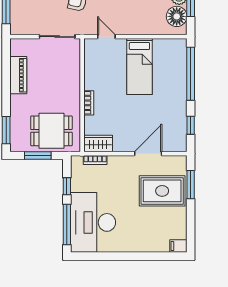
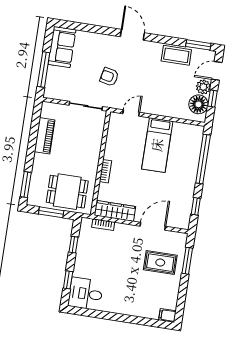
door: (106, 37) -> (131, 113), hinge flipped
wardrobe: (98, 144) -> (115, 211), width x1.50
rug: (162, 191) -> (160, 263), width x0.73, depth x0.70
desk: (93, 222) -> (86, 294), width x0.53, depth x0.77
window: (67, 225) -> (68, 280), width x0.46

